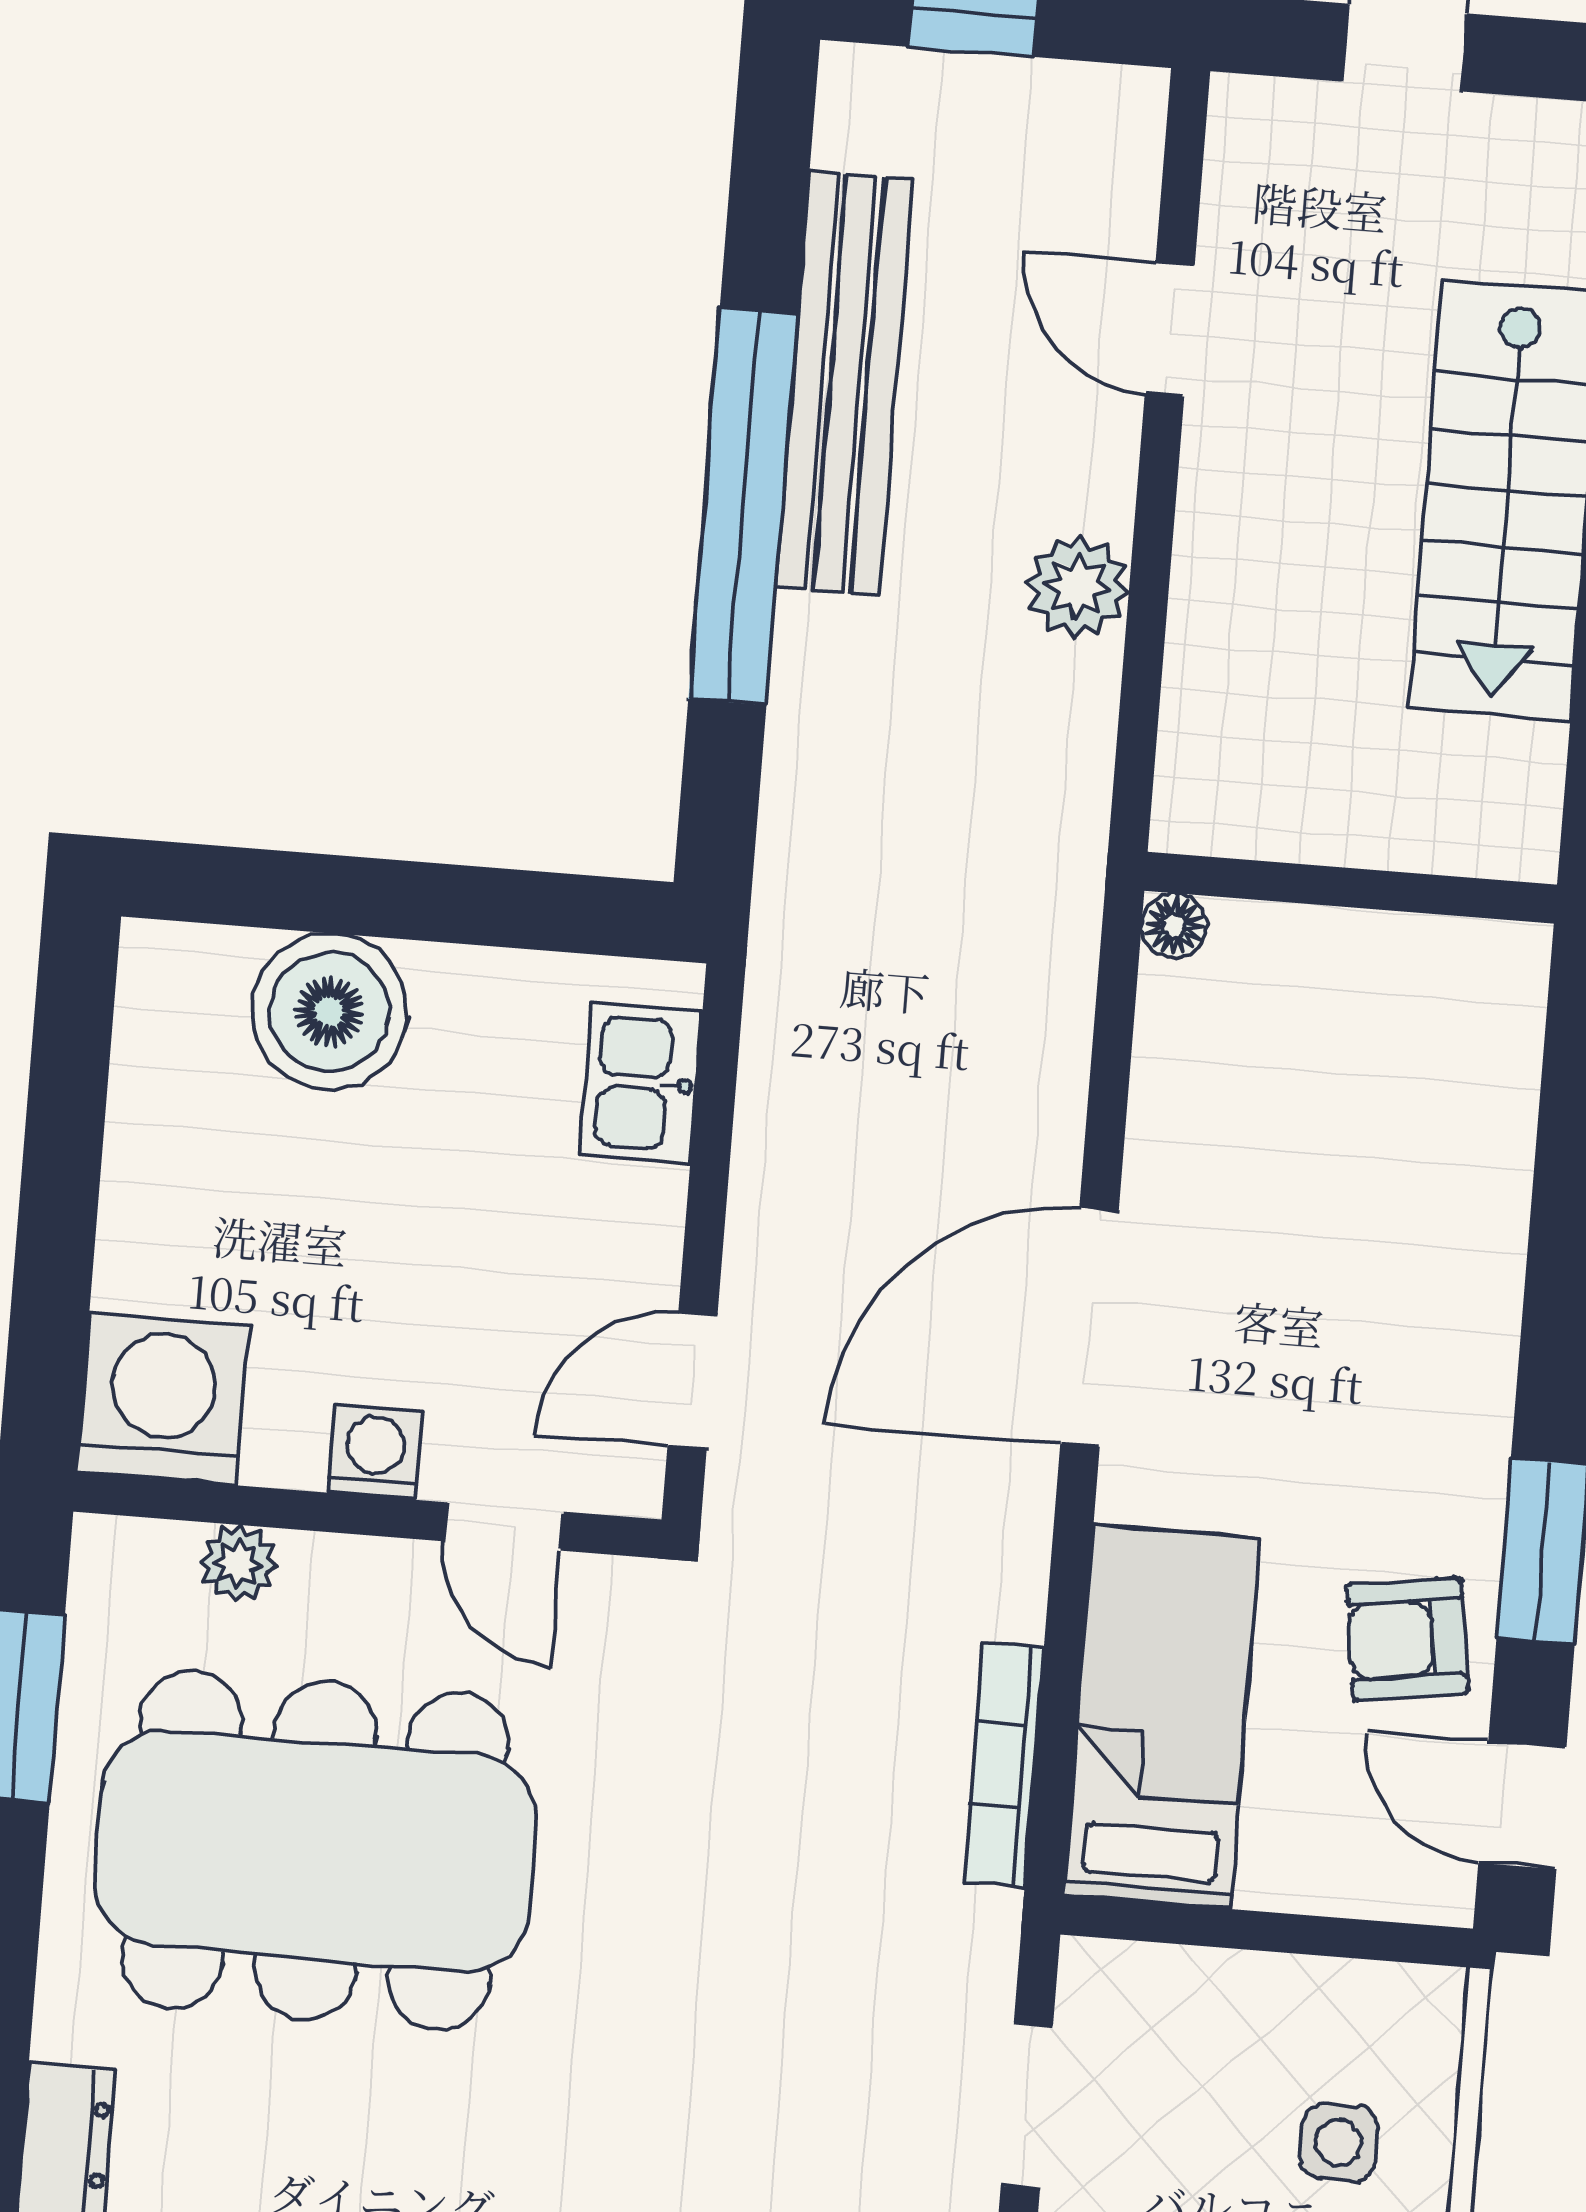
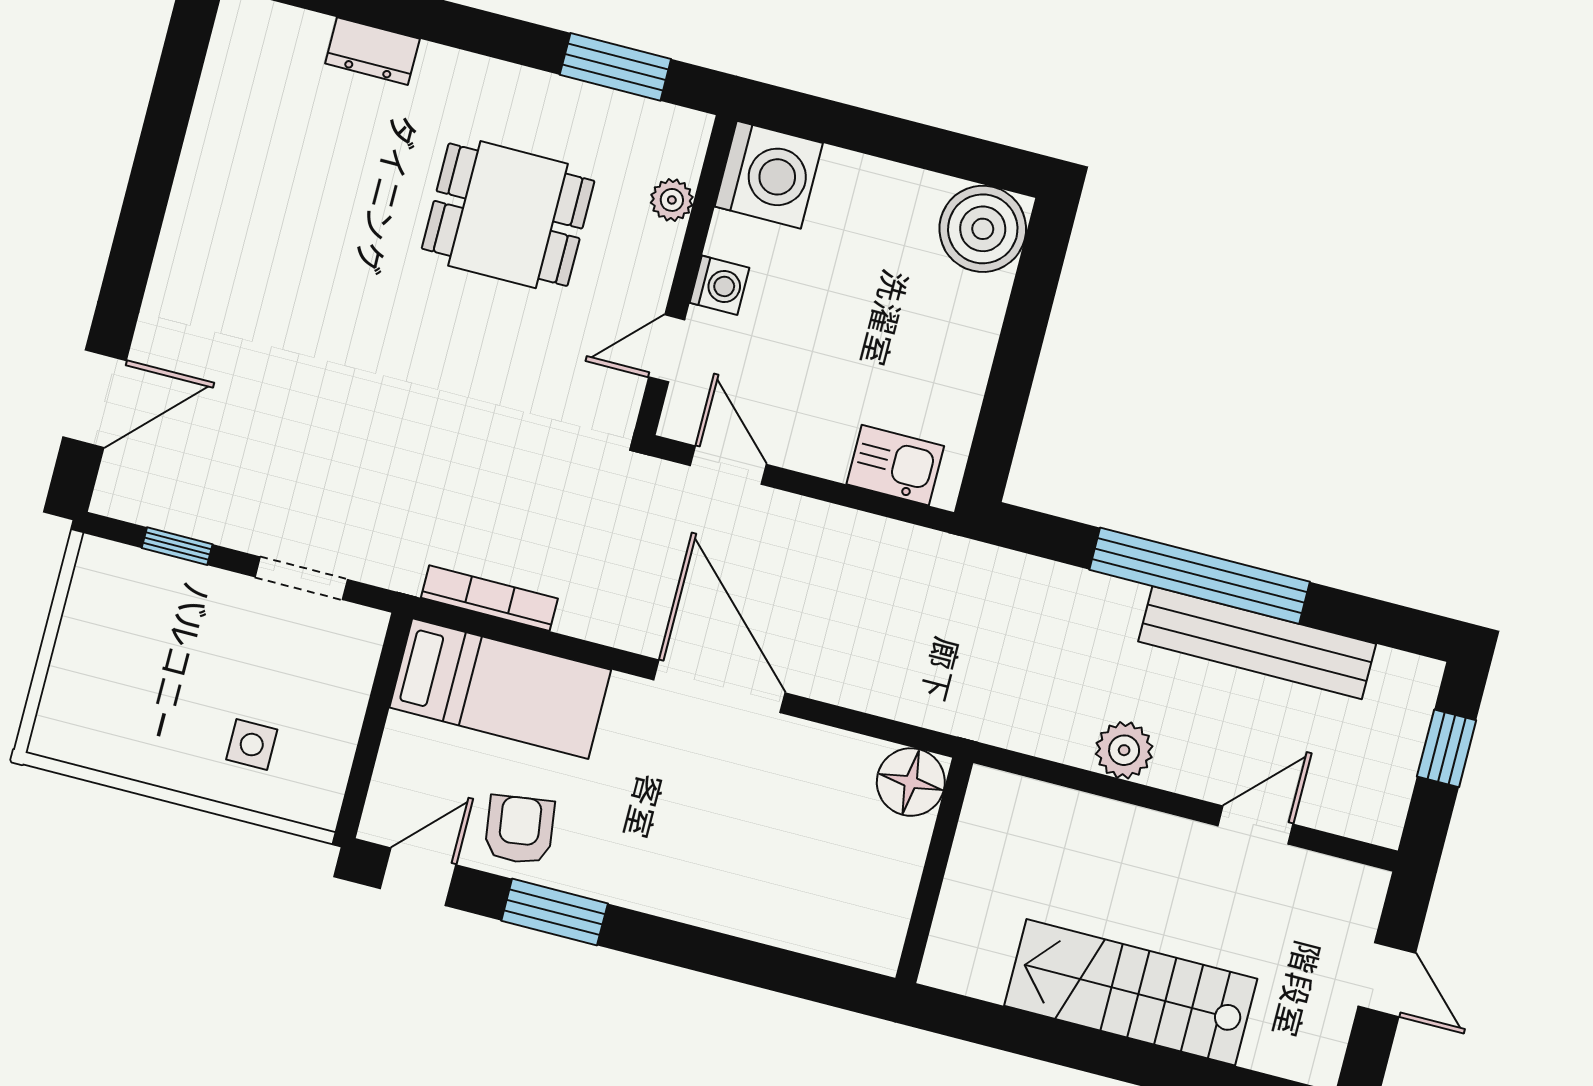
floor lamp: (1174, 926) -> (911, 782), width x1.89, depth x1.89
boiler: (329, 1012) -> (983, 229), moved
dining table: (315, 1851) -> (508, 215), width x0.53, depth x0.80

